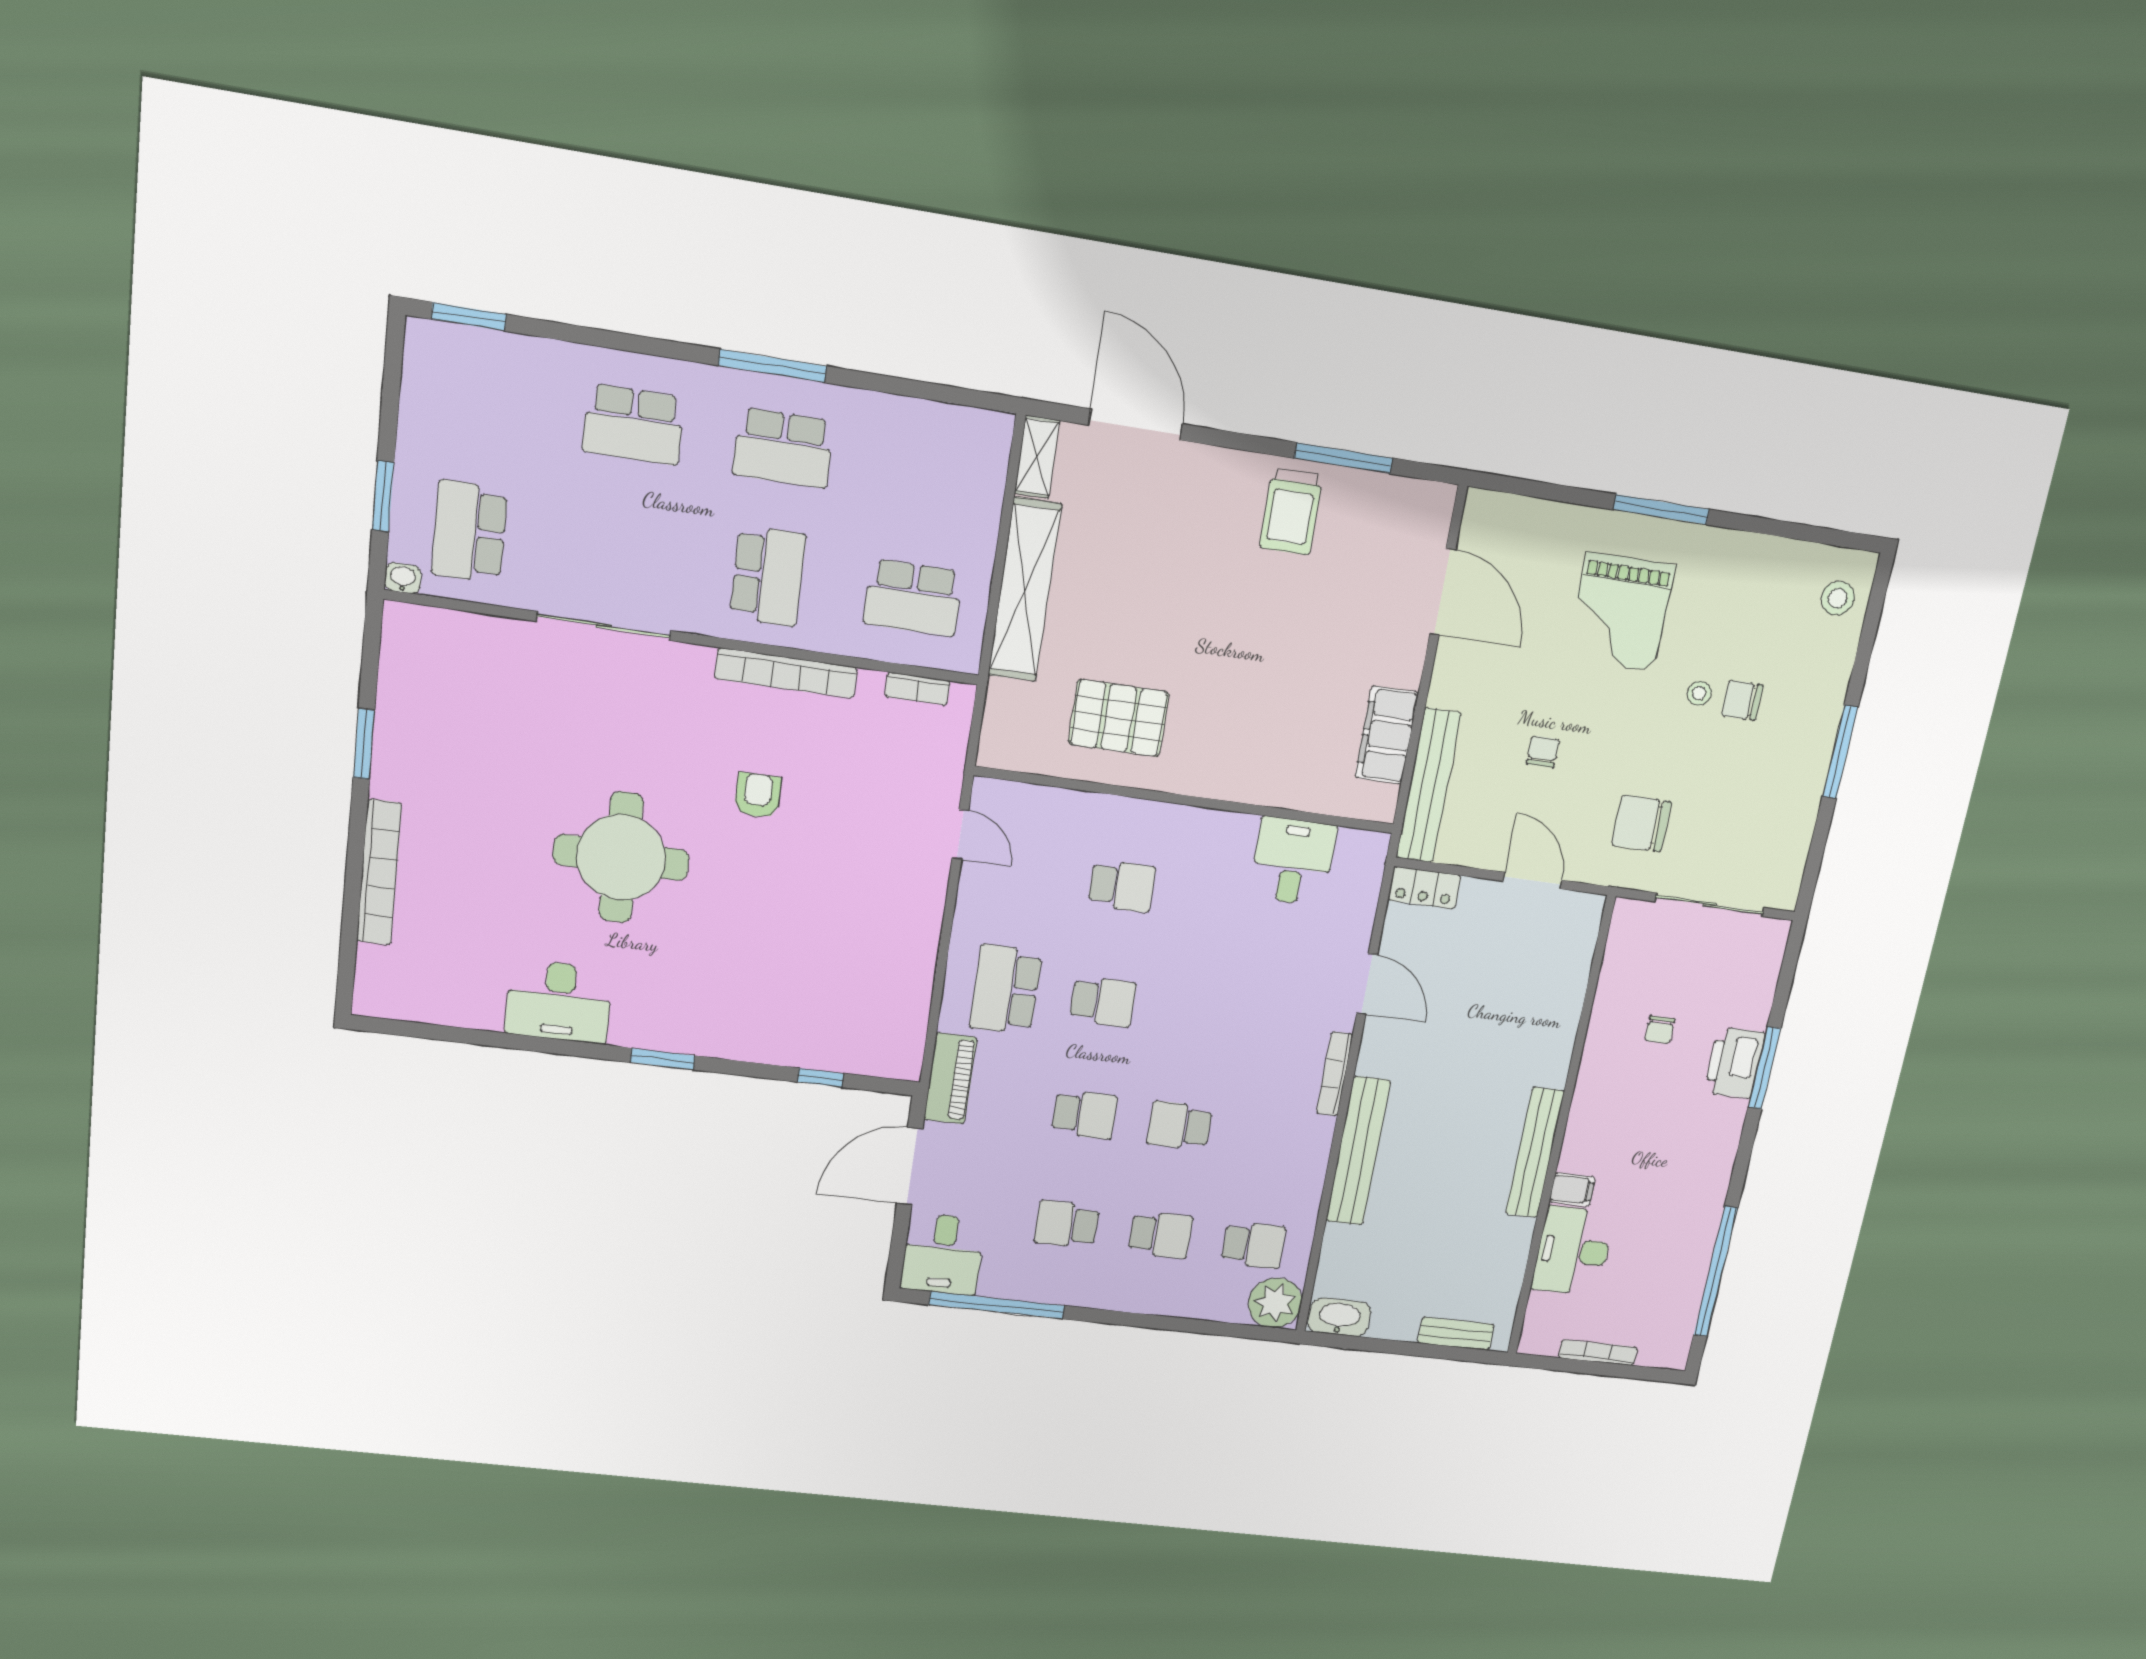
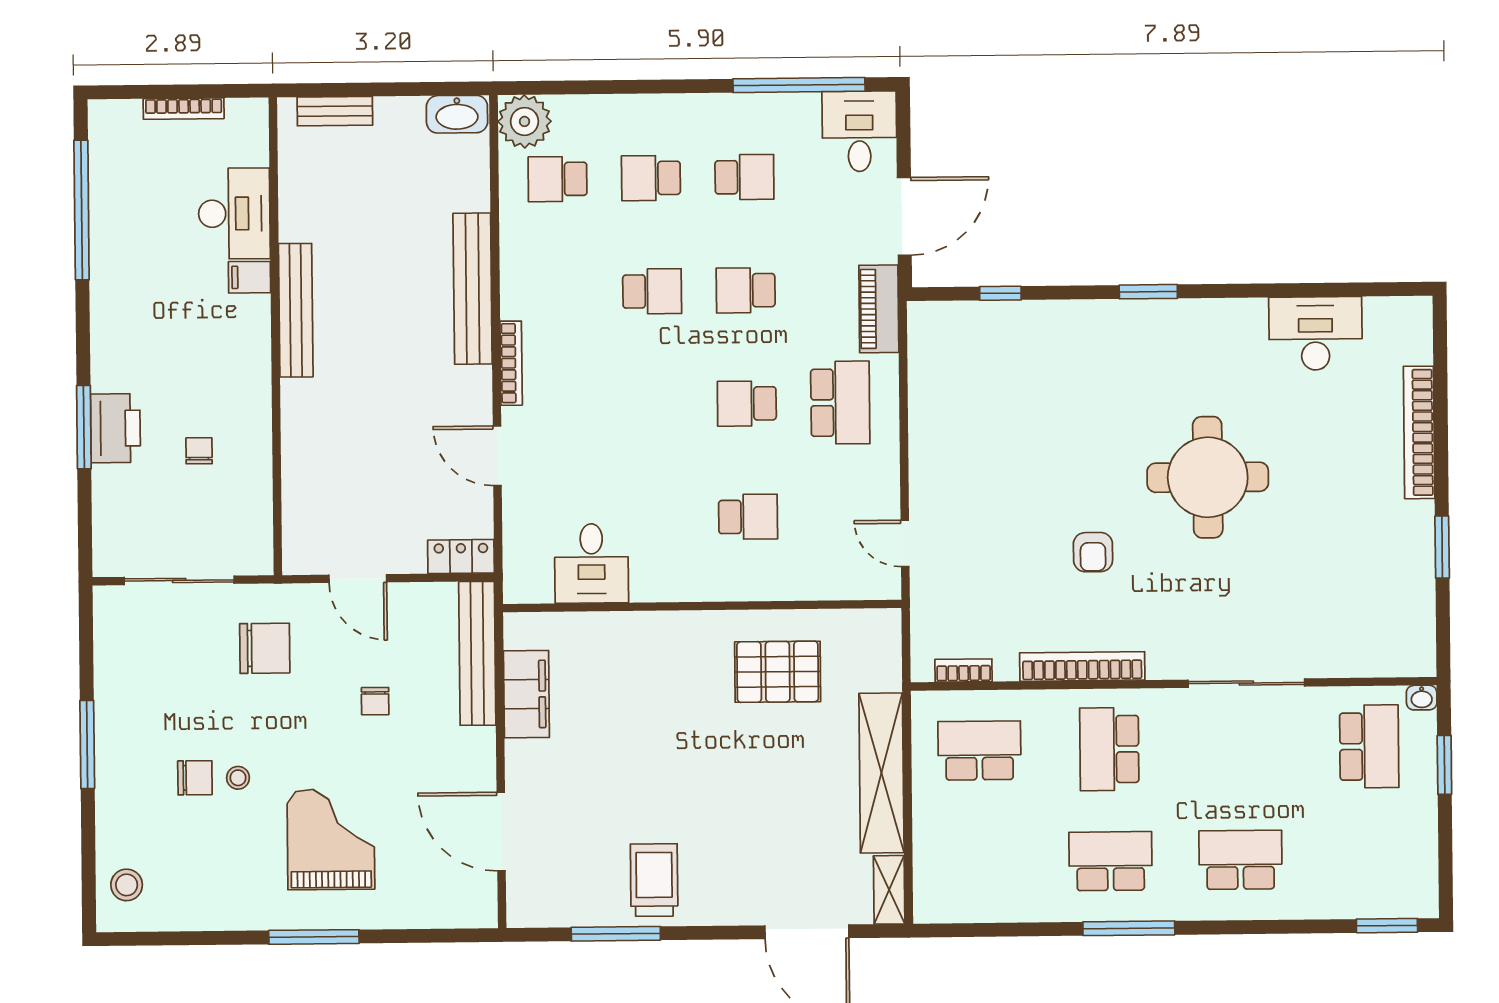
school desk: (1122, 886) -> (748, 517), turned 180
desk: (559, 1001) -> (1315, 333), moved

